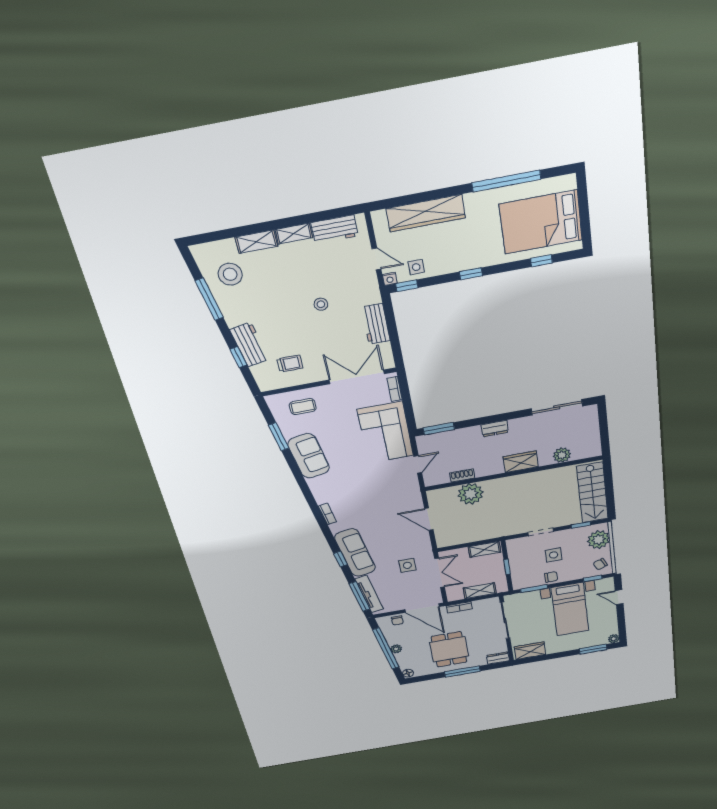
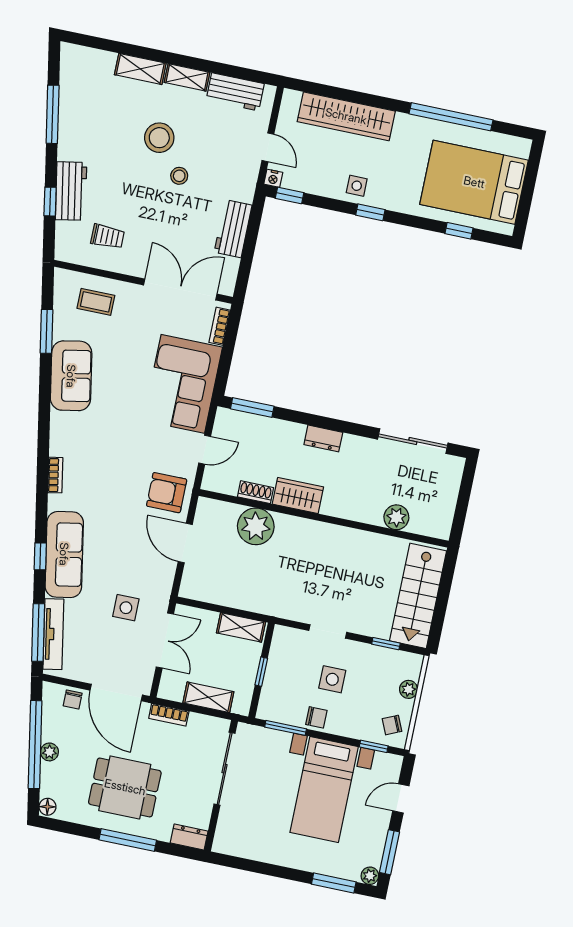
side table: (416, 267) -> (357, 186), moved
stool: (230, 274) -> (159, 138), moved
wardrobe: (521, 462) -> (298, 496), moved
armchair: (404, 497) -> (167, 493), added
plant: (599, 540) -> (409, 689), width x0.53, depth x0.53
door: (619, 597) -> (401, 798), hinge flipped
window: (622, 624) -> (390, 852), added
dining table: (449, 649) -> (125, 787), turned 90
wardrobe: (530, 651) -> (241, 844), removed

